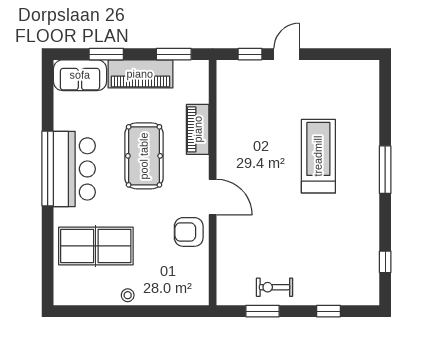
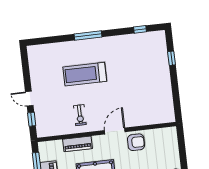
armchair: (189, 232) -> (136, 142), turned -90
exercise bike: (275, 287) -> (80, 115), moved
window: (262, 311) -> (176, 95), removed

